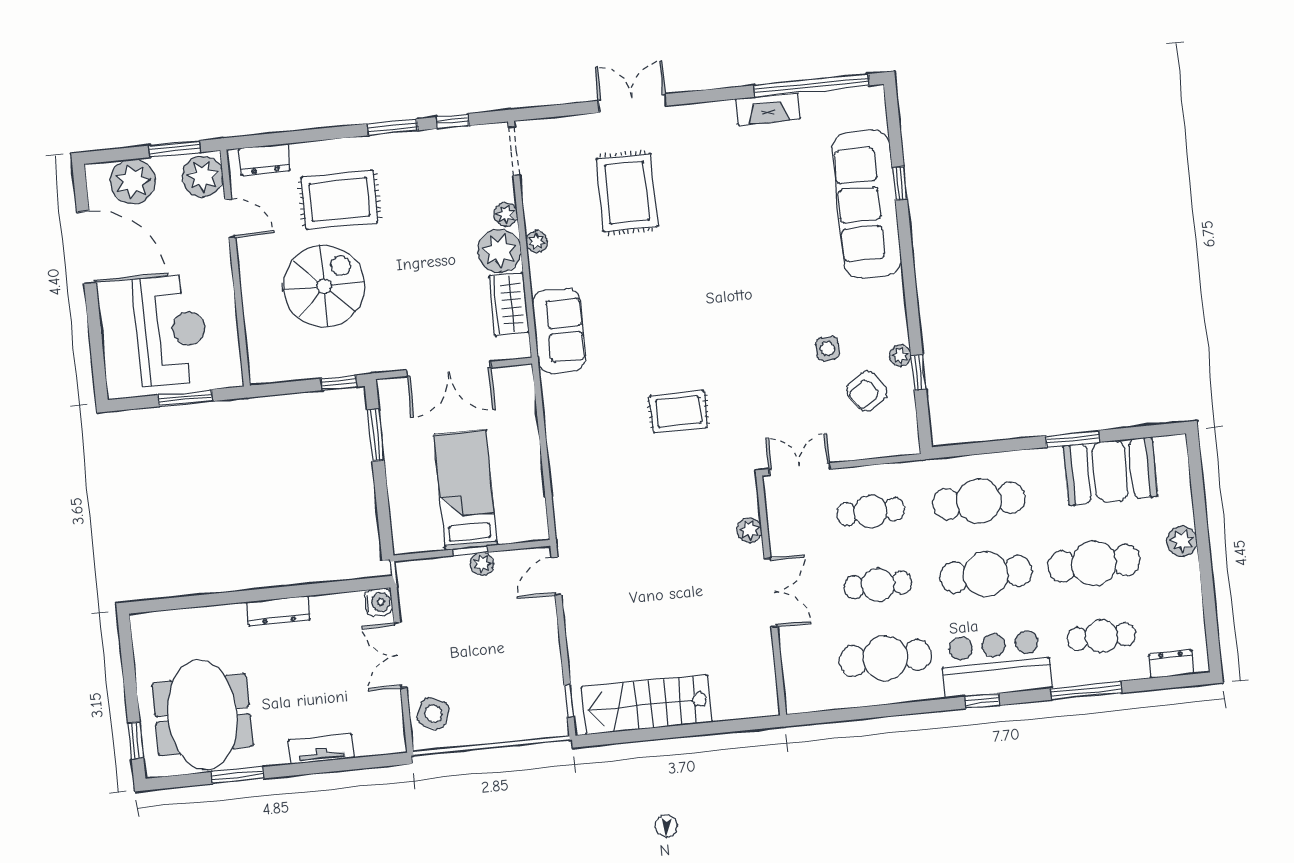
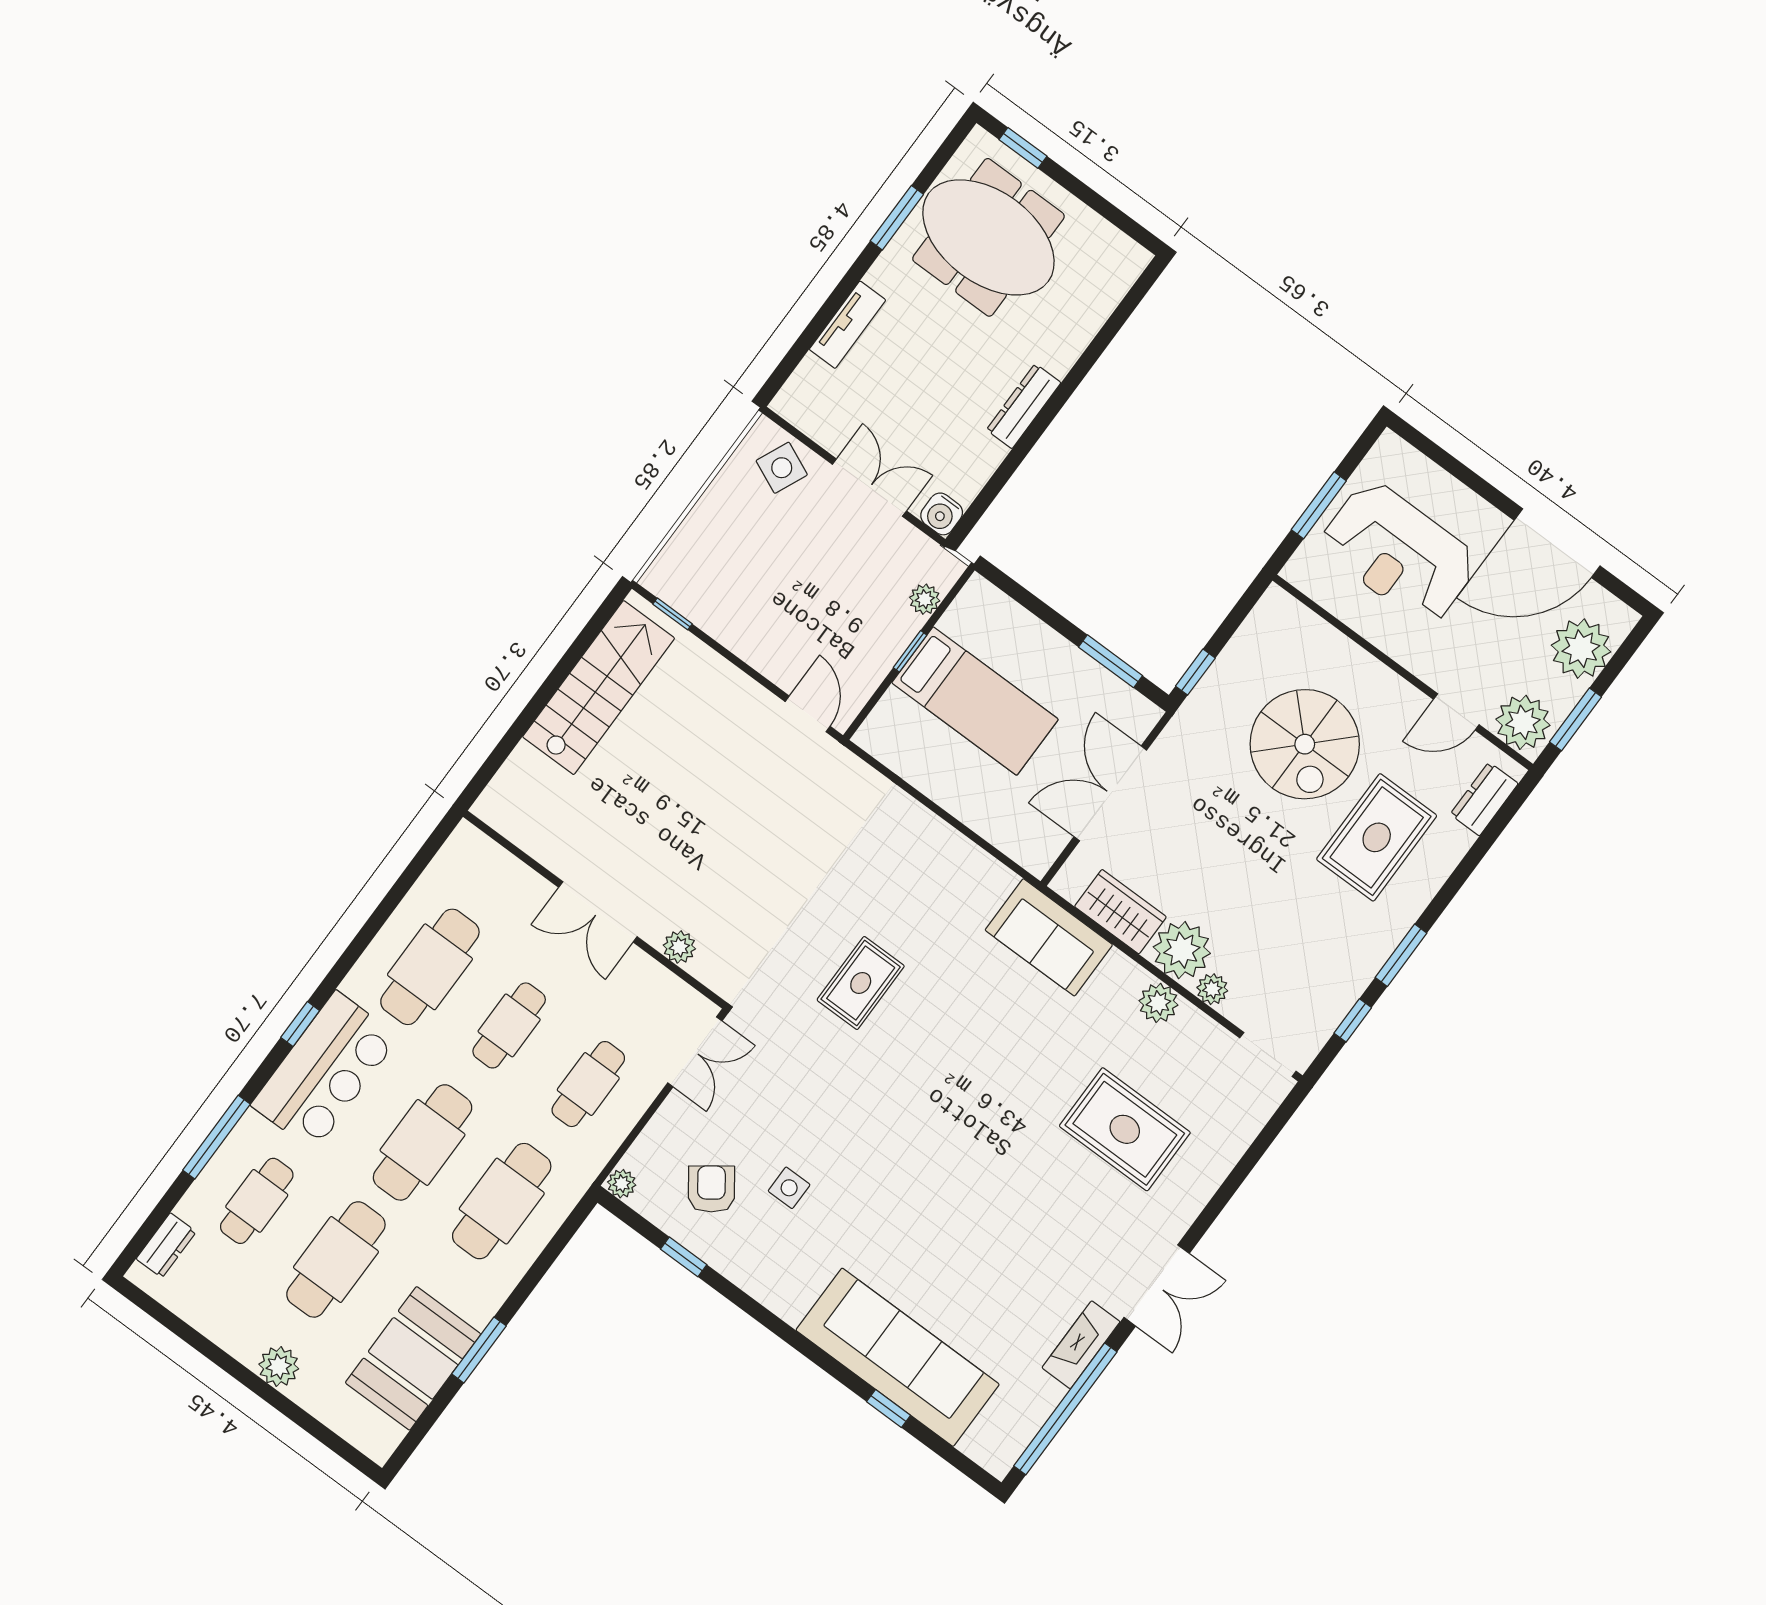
double door: (632, 103) -> (1157, 1285), moved
plant: (537, 242) -> (1158, 1003), width x1.38, depth x1.38
plant: (900, 355) -> (622, 1184), moved
plant: (482, 564) -> (925, 599), moved

